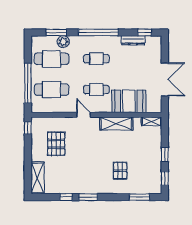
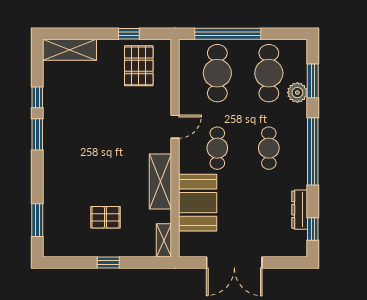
window: (28, 128) -> (129, 34), moved
pallet: (56, 144) -> (139, 66), moved, turned 90
pallet: (120, 171) -> (105, 217), moved
window: (165, 178) -> (69, 263), removed

